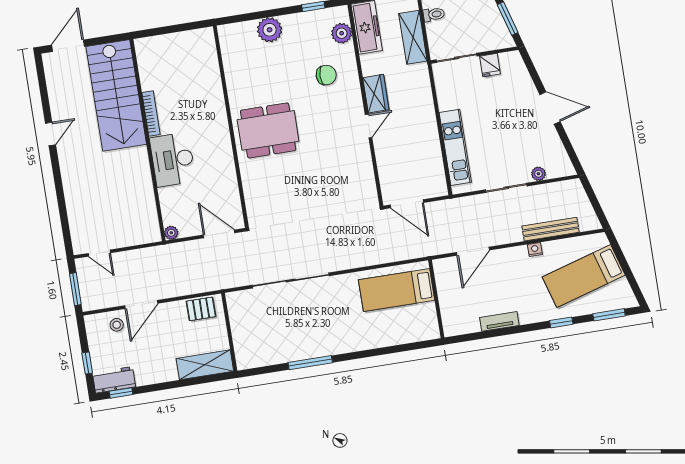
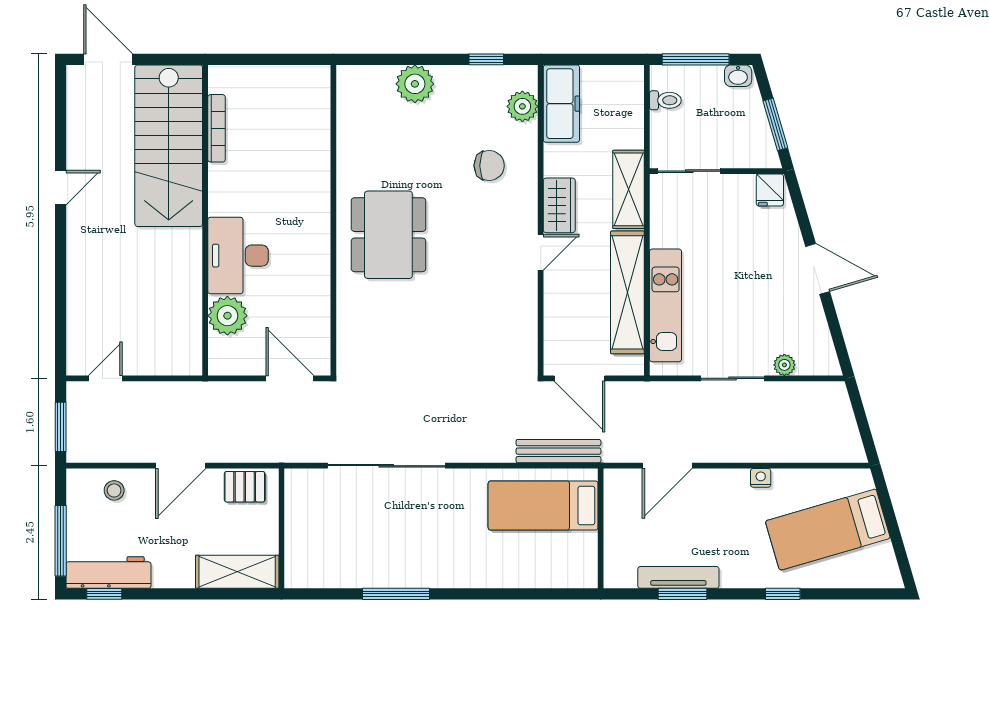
shelving: (413, 37) -> (629, 189), moved
door: (68, 46) -> (108, 59), hinge flipped
fridge: (490, 65) -> (770, 190), moved
bookcase: (151, 114) -> (217, 128), moved
dining table: (268, 130) -> (388, 235), turned 90
shelving: (429, 143) -> (627, 292), added
bench: (550, 229) -> (558, 451), moved
plant: (171, 233) -> (227, 316), moved, width x1.87, depth x1.87
door: (99, 253) -> (105, 378), swing flipped
door: (141, 304) -> (181, 466), moved
window: (609, 315) -> (683, 594), moved
tv unit: (499, 321) -> (678, 577), width x1.41
window: (87, 363) -> (61, 541), width x2.17
workbench: (114, 380) -> (108, 572), width x1.38

